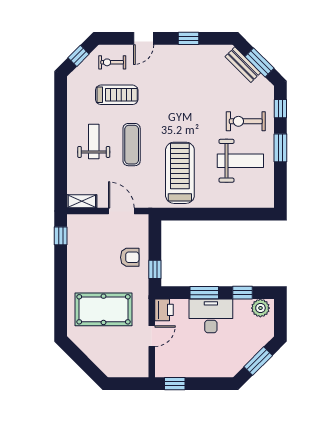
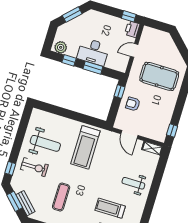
weight bench: (94, 142) -> (133, 183), turned 90
exercise mat: (132, 145) -> (61, 197), moved
window: (280, 148) -> (18, 144), removed
weight bench: (240, 161) -> (45, 143), turned 180
printer: (164, 310) -> (132, 29), moved

